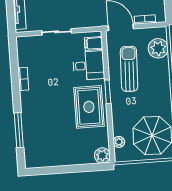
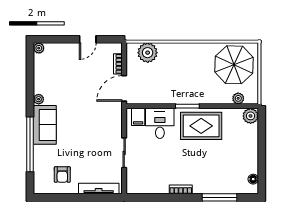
sun lounger: (129, 69) -> (166, 83), removed
bookcase: (23, 79) -> (181, 189), moved
floor lamp: (39, 163) -> (253, 179), added

